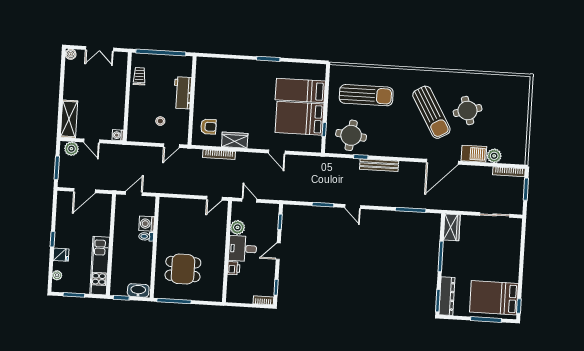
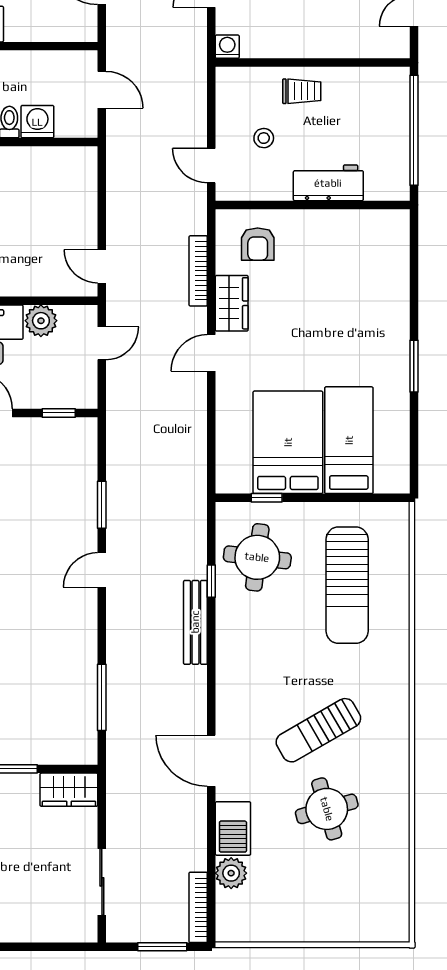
trolley: (139, 76) -> (302, 91), moved
sun lounger: (431, 112) -> (318, 730), width x0.73, depth x0.75
door: (277, 152) -> (211, 353), moved
door: (442, 162) -> (211, 761), width x0.73

